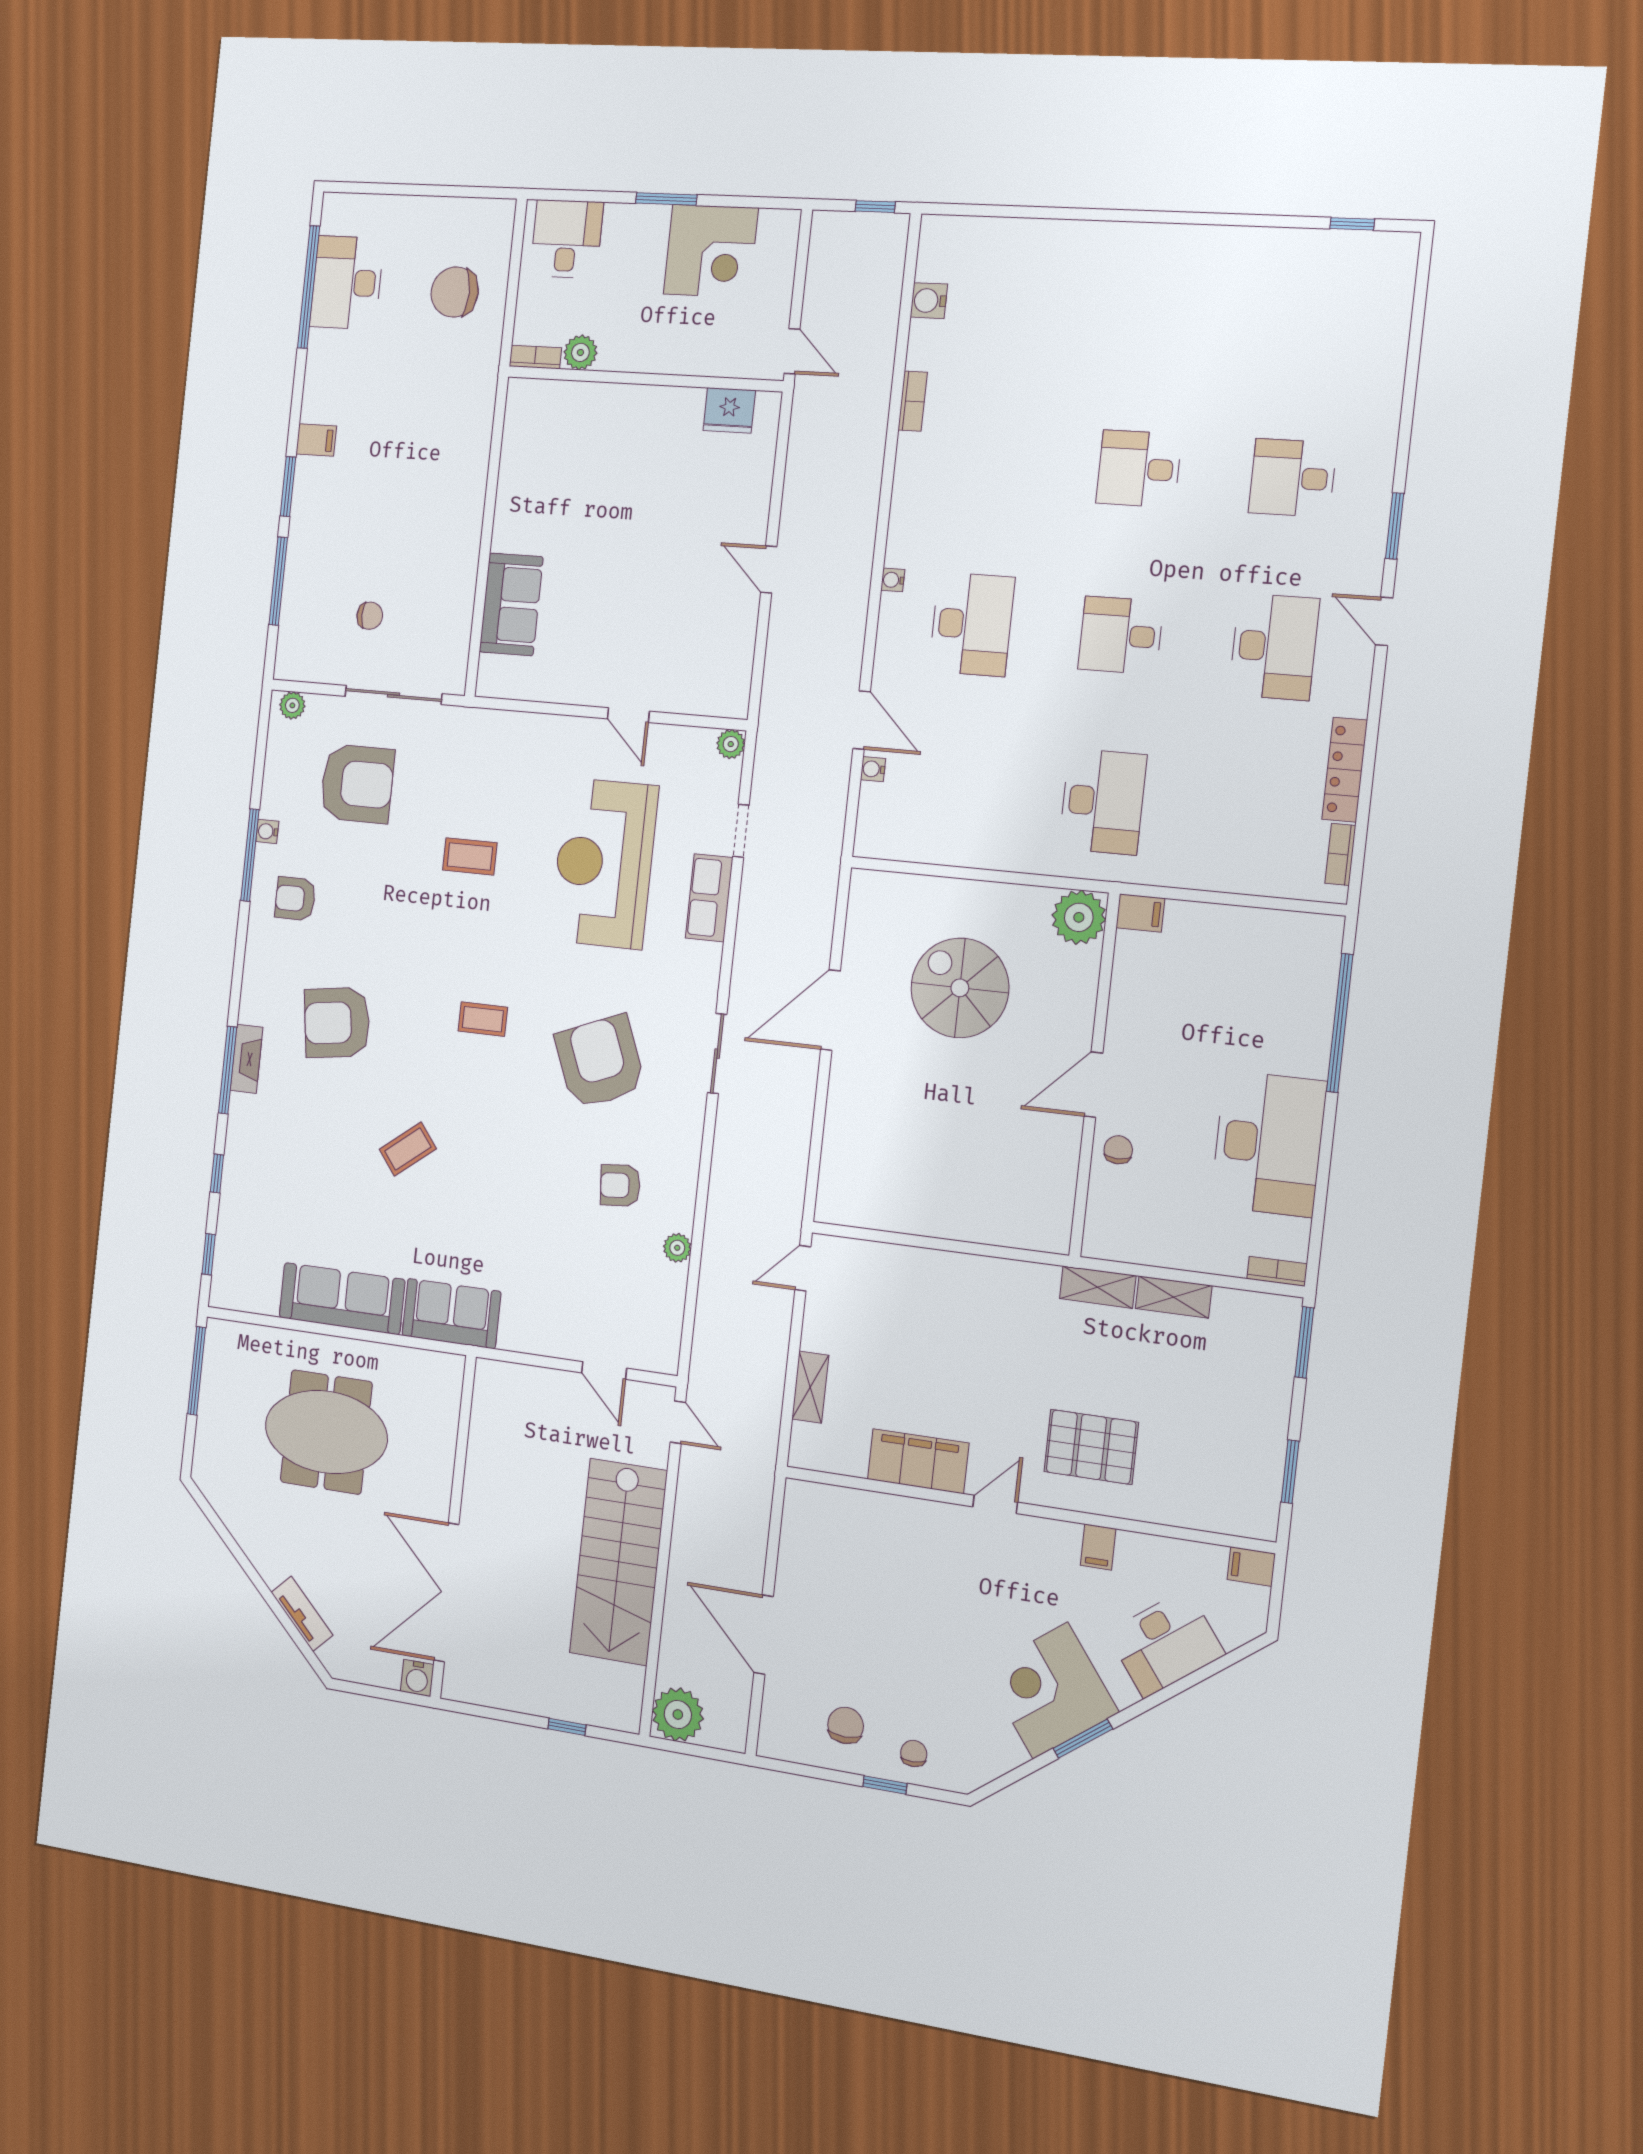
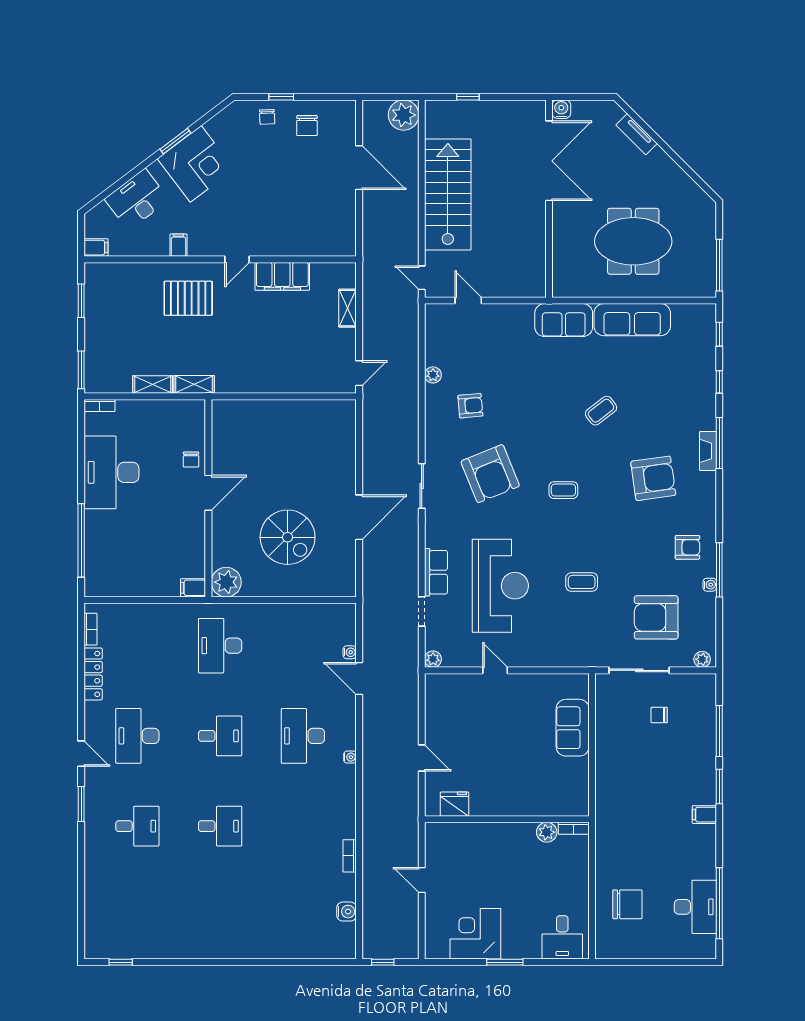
plant: (580, 352) -> (547, 832), moved
bookcase: (535, 357) -> (574, 828), moved
wall: (644, 379) -> (507, 819), moved
fridge: (729, 410) -> (455, 804), moved

